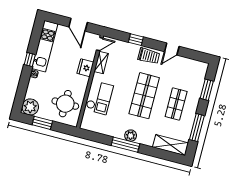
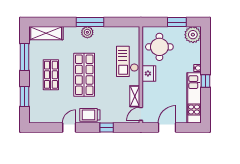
door: (78, 25) -> (167, 127), hinge flipped
fridge: (85, 68) -> (149, 73), moved

